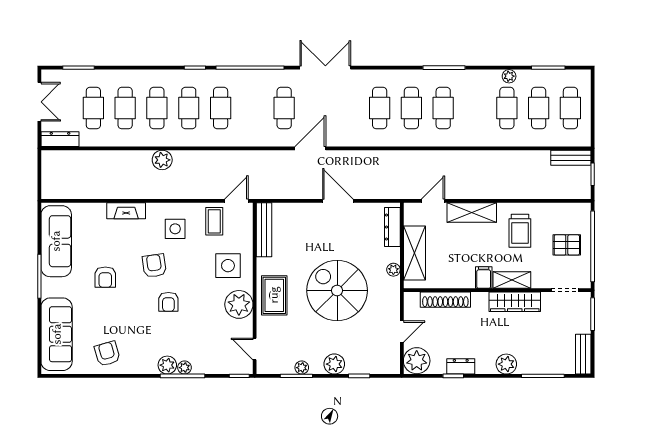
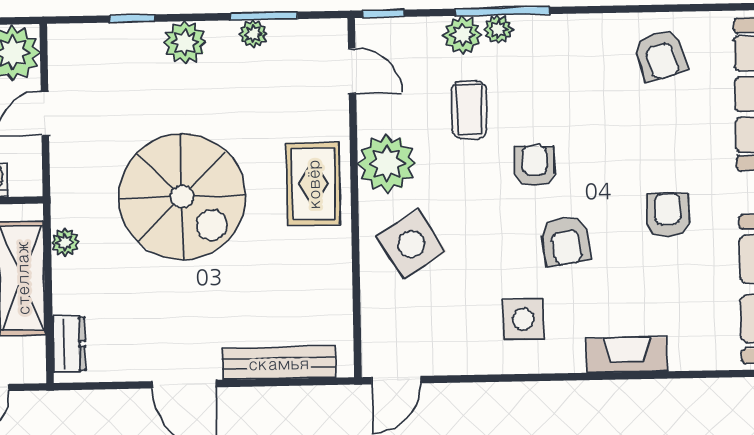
coffee table: (214, 221) -> (469, 110), moved
dresser: (392, 227) -> (69, 344), width x0.70
bench: (264, 230) -> (279, 363), moved, turned 90
side table: (228, 266) -> (411, 244), turned -32
plant: (167, 365) -> (462, 35), moved

